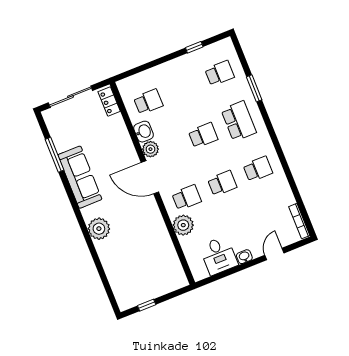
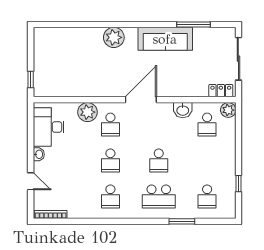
plant: (150, 149) -> (228, 110), moved
desk: (219, 256) -> (49, 127), width x1.37
window: (147, 305) -> (31, 80), moved

